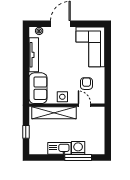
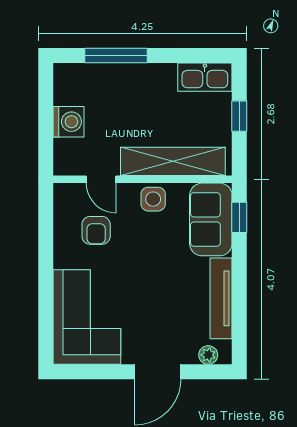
window: (26, 89) -> (239, 217), added
kitchen sink: (59, 148) -> (205, 77), moved
washing machine: (78, 148) -> (68, 122), moved, turned -90

